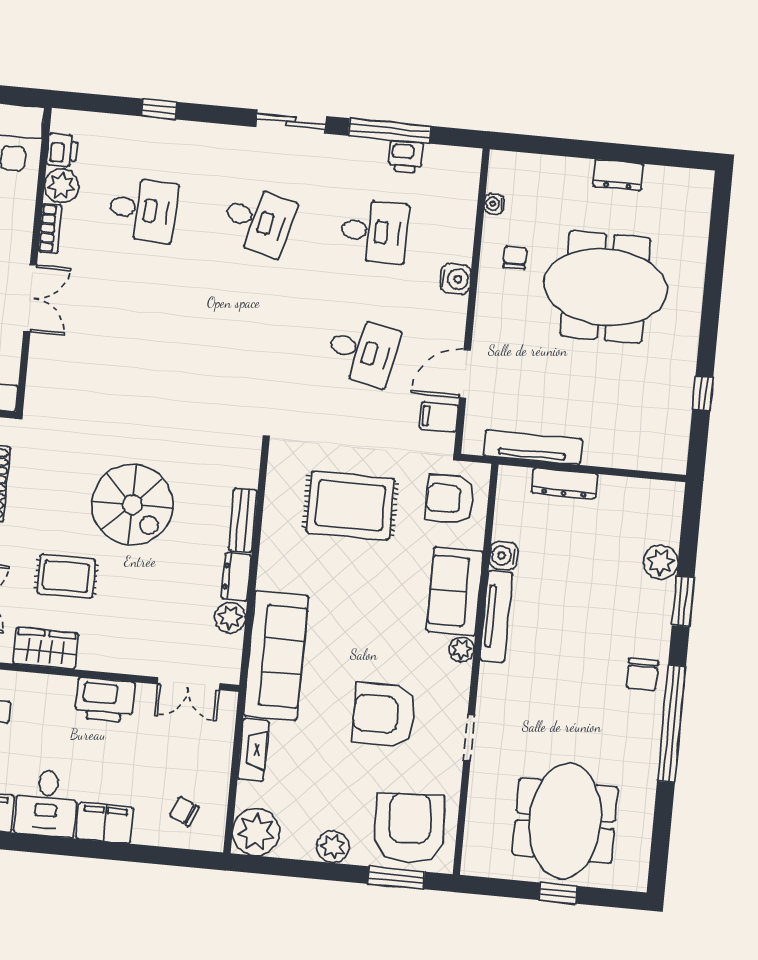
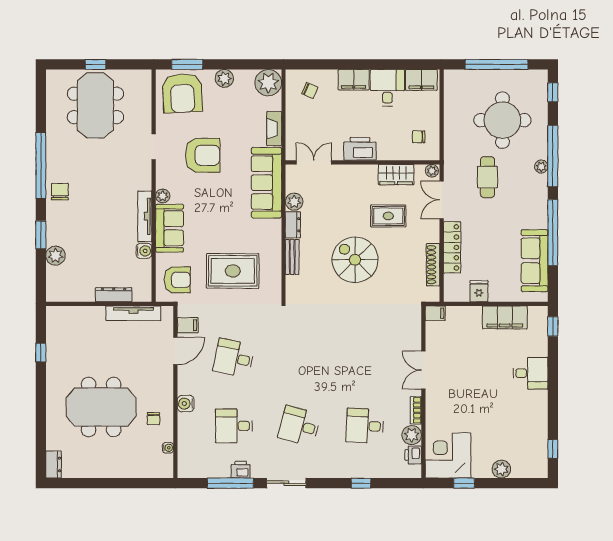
printer: (406, 156) -> (241, 470), moved
dresser: (618, 175) -> (54, 465), moved, turned 90

